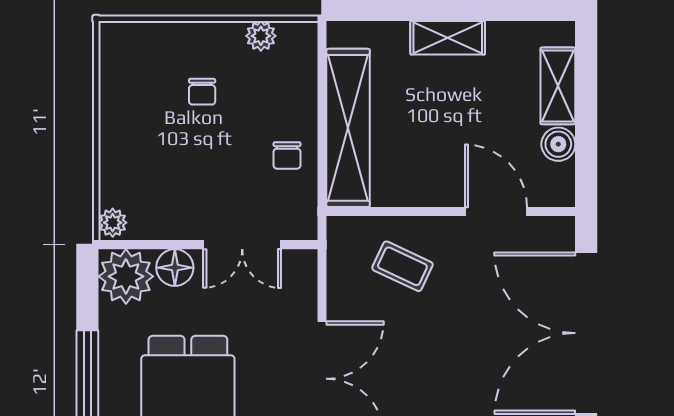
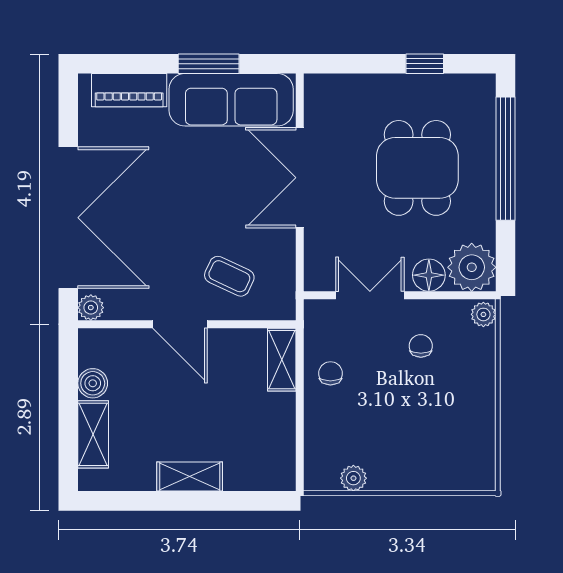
chair: (202, 92) -> (421, 346), moved
shelving: (348, 128) -> (282, 360), width x0.45, depth x0.75
door: (496, 211) -> (180, 324), moved
plant: (560, 231) -> (91, 308), added

